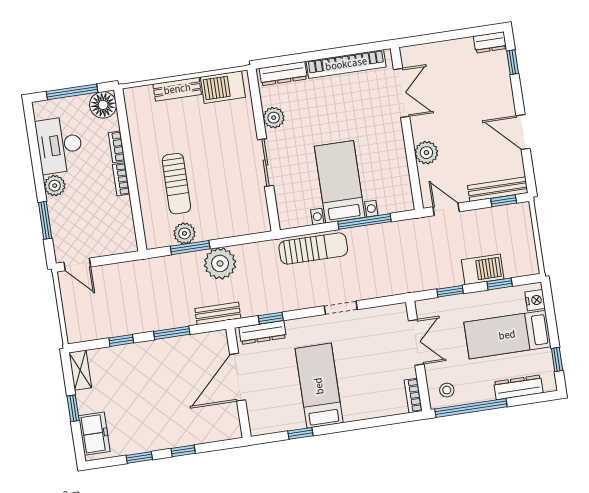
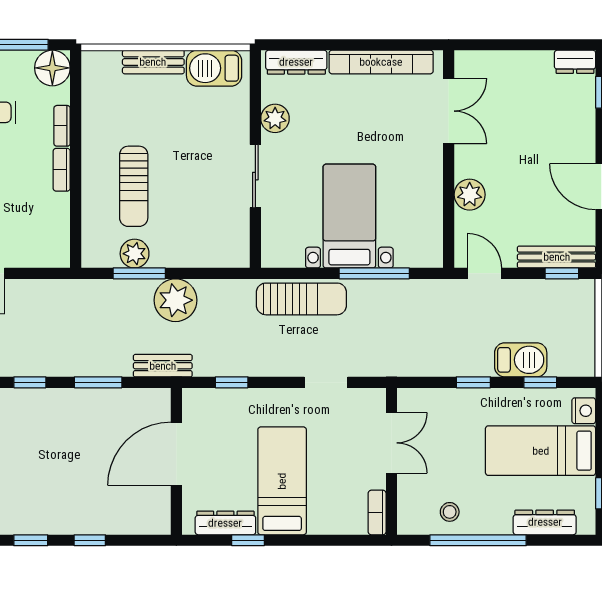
dresser: (263, 332) -> (225, 523), moved, turned 180
double door: (416, 342) -> (391, 443), moved
wall: (418, 356) -> (391, 461), moved
bookcase: (413, 396) -> (377, 513), moved

